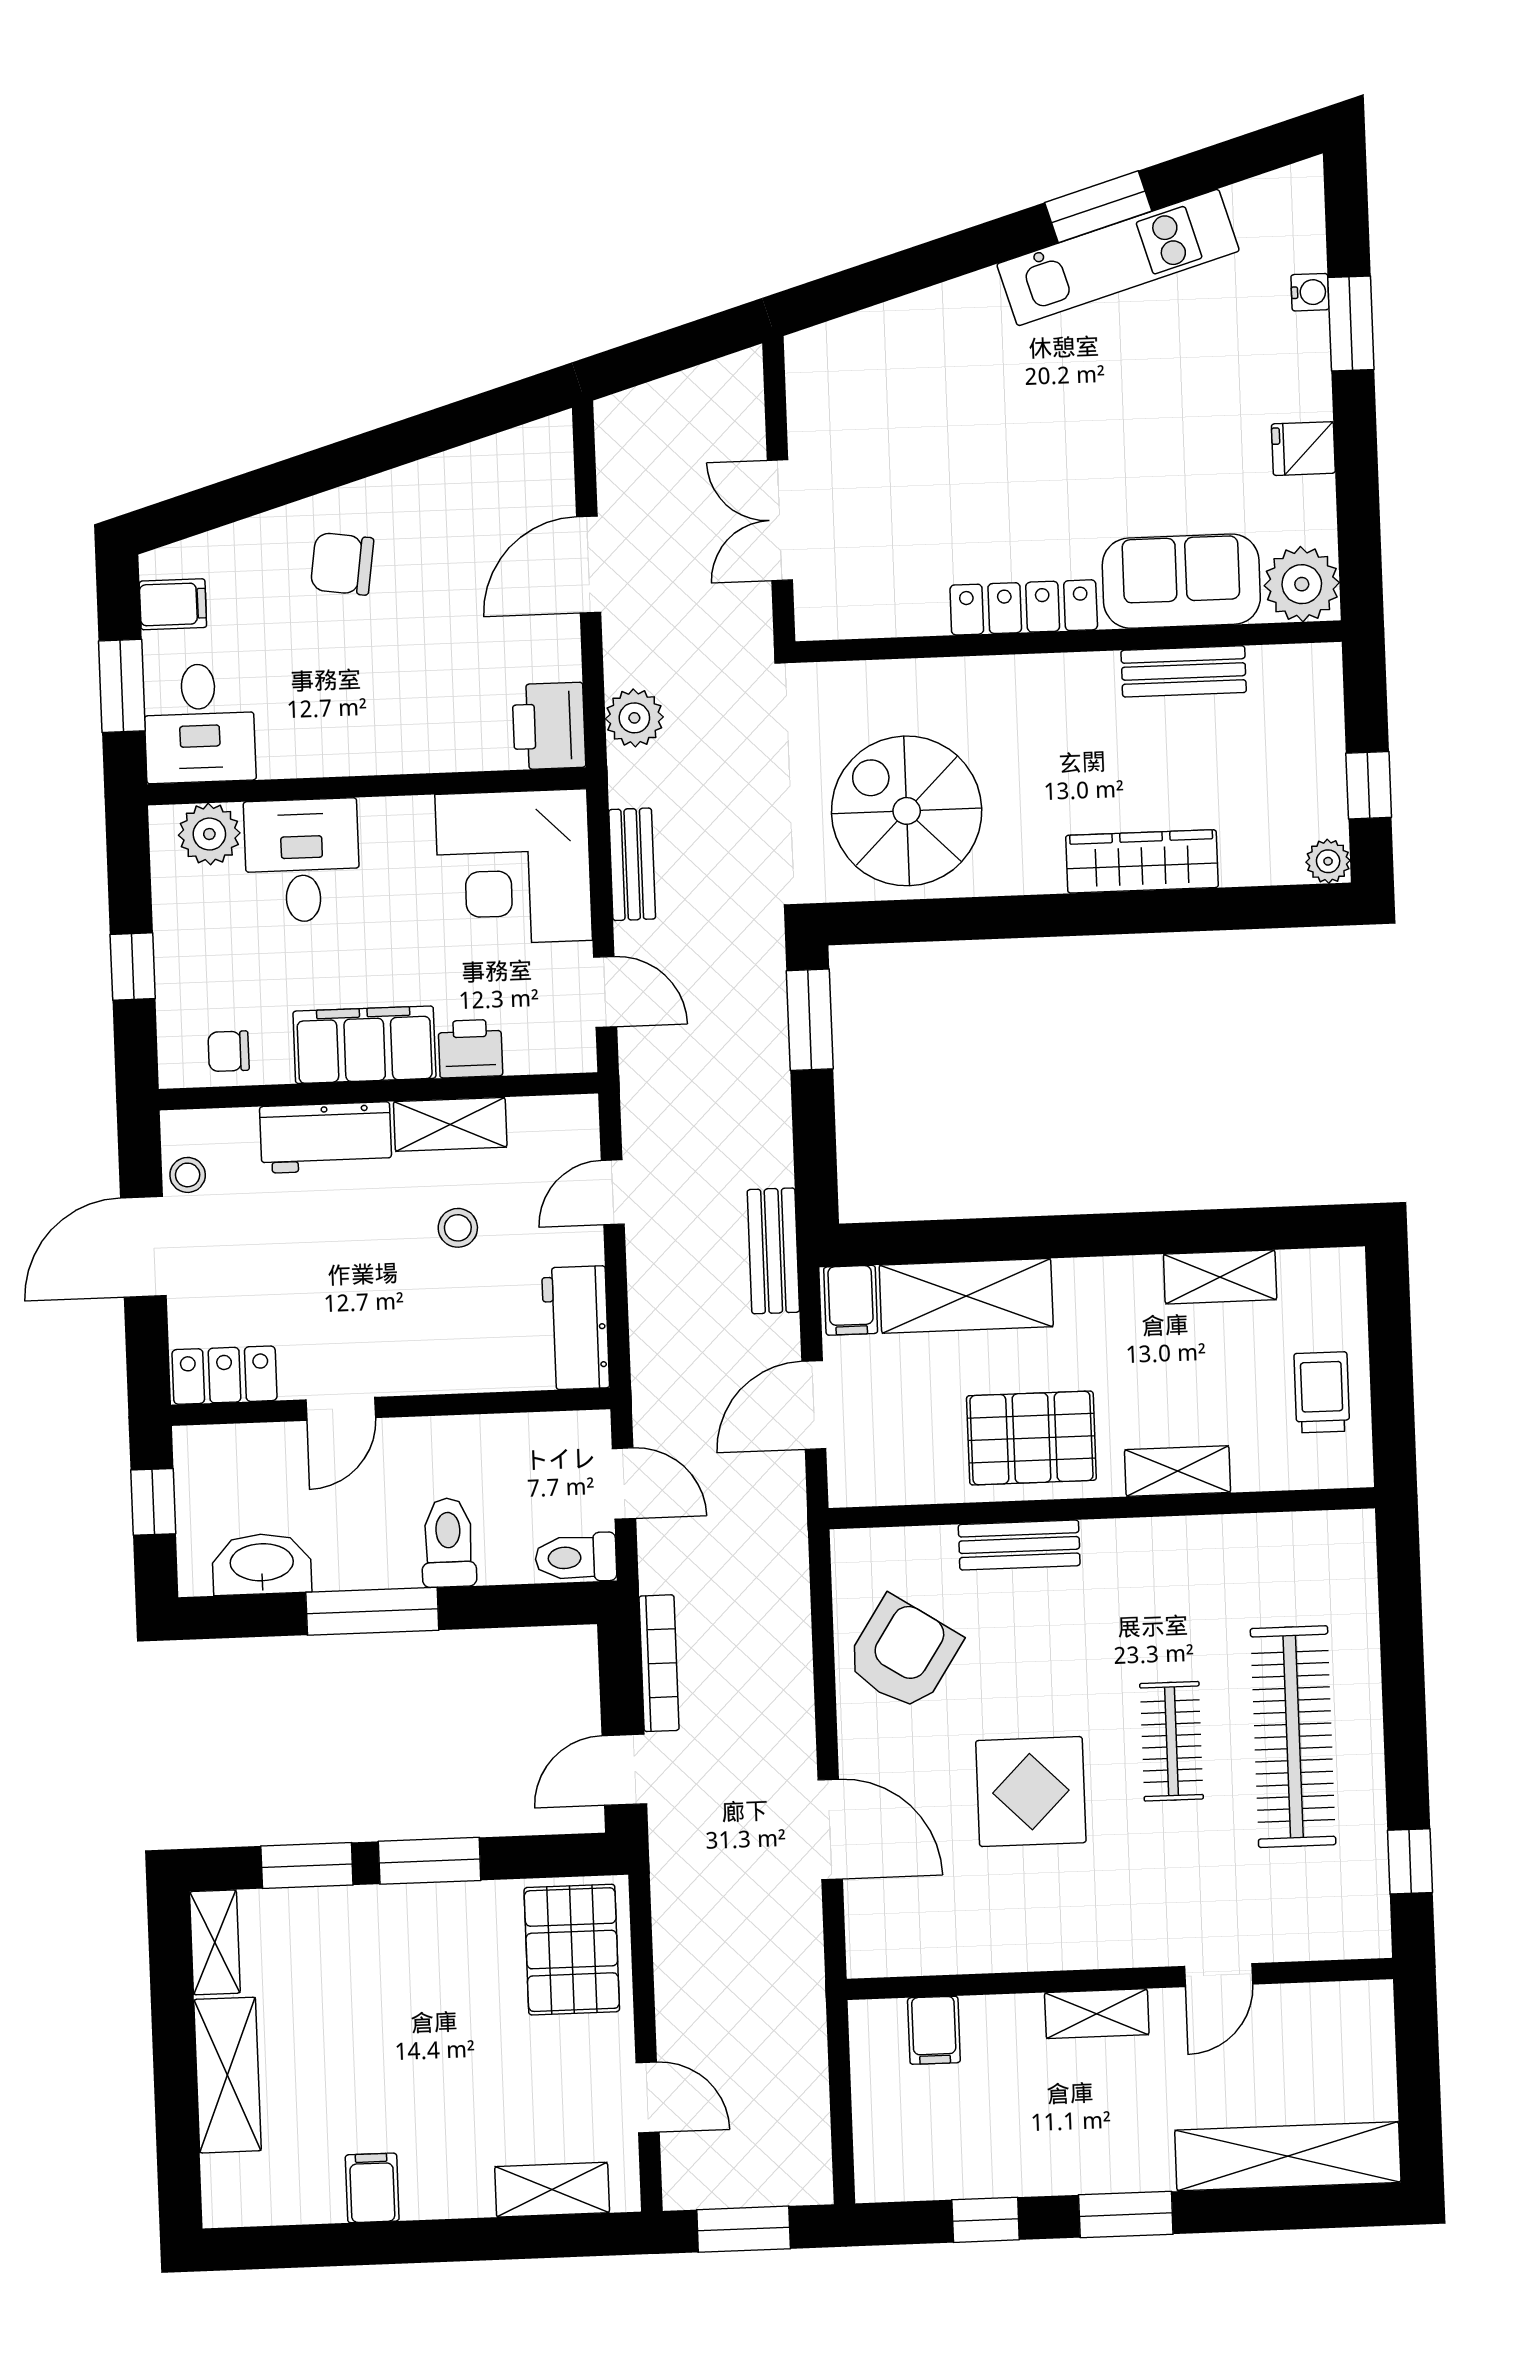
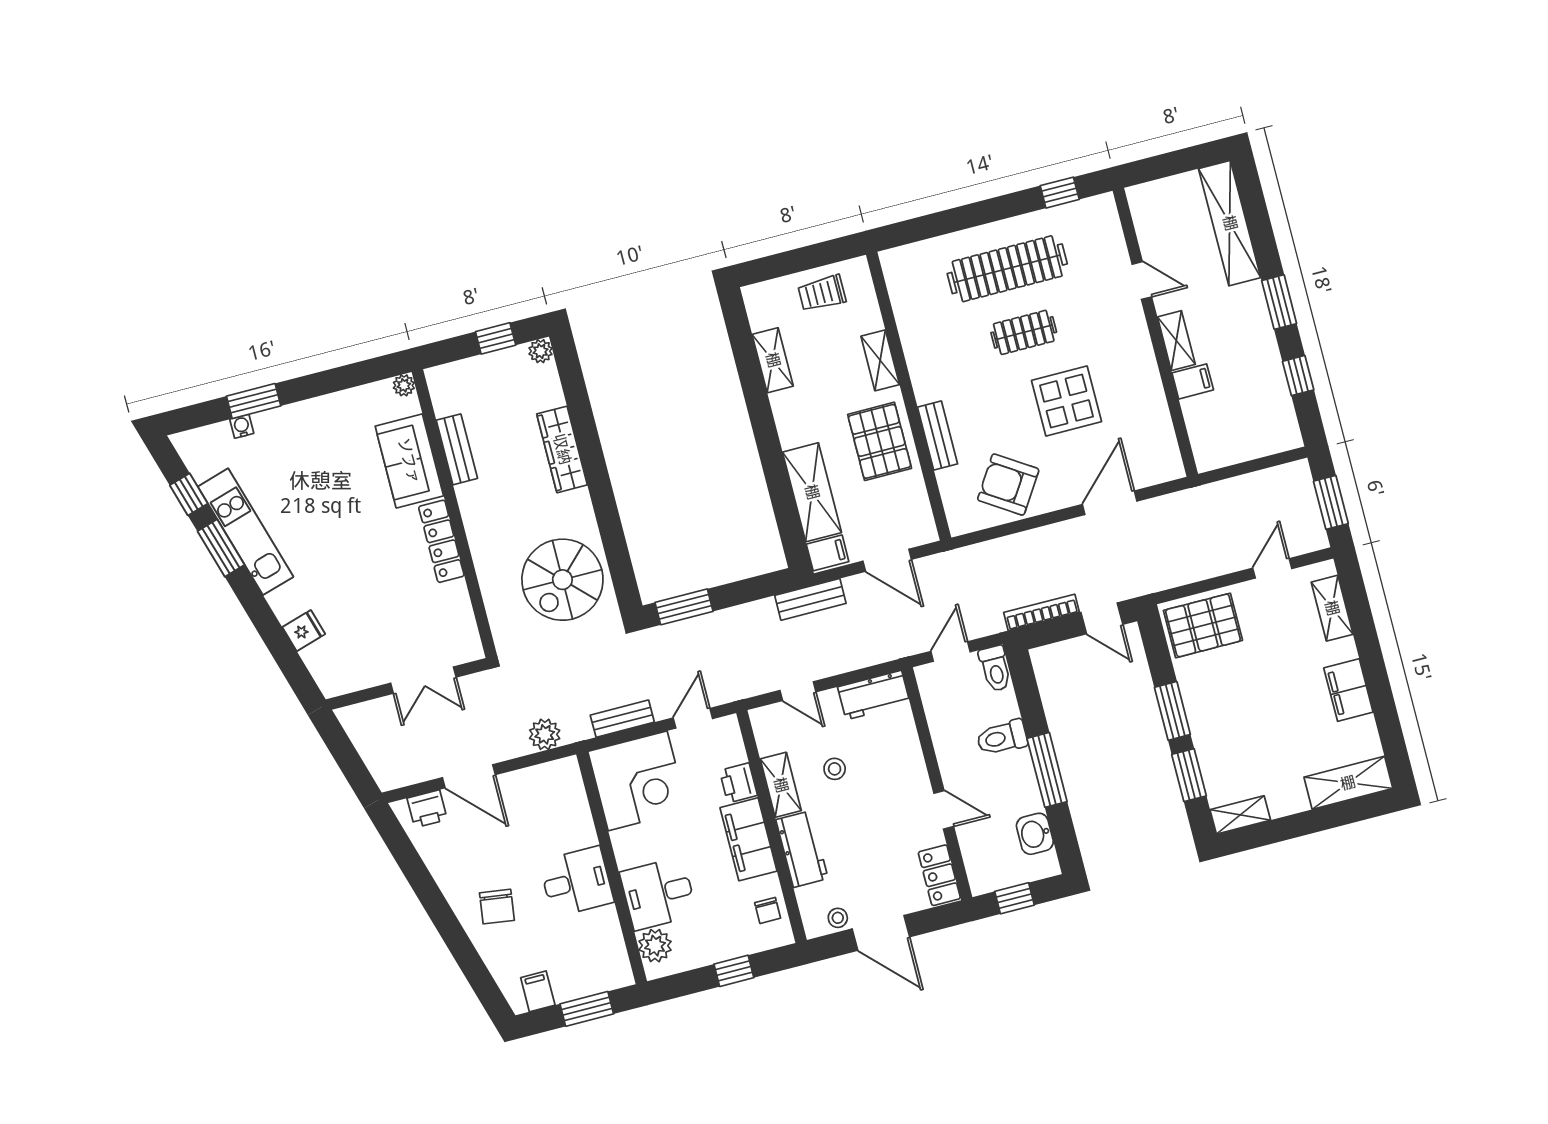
window: (1208, 170) -> (189, 494), added
fridge: (1303, 449) -> (304, 631), moved, turned -107
plant: (1302, 584) -> (404, 385), width x0.53, depth x0.53
desk: (199, 723) -> (576, 882), moved
printer: (549, 726) -> (427, 809), moved, width x0.73, depth x0.81
washbasin: (262, 1564) -> (1035, 834), width x0.72
filing cabinet: (934, 2030) -> (1193, 381), moved
shelving: (227, 2075) -> (1348, 783), moved
filing cabinet: (372, 2188) -> (1348, 690), width x2.00

